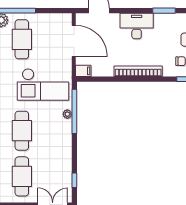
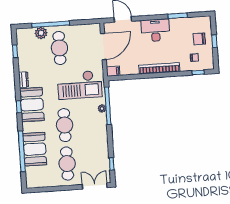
door: (74, 41) -> (103, 46), hinge flipped

